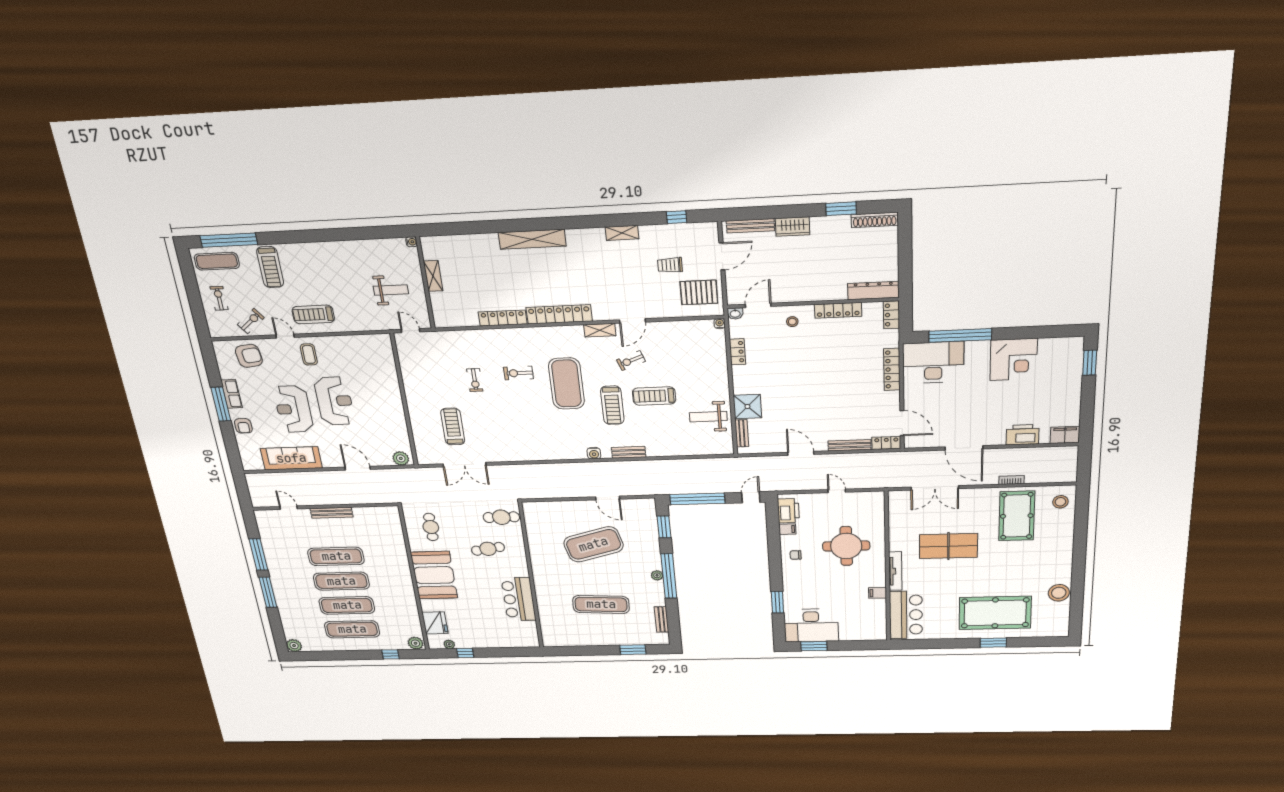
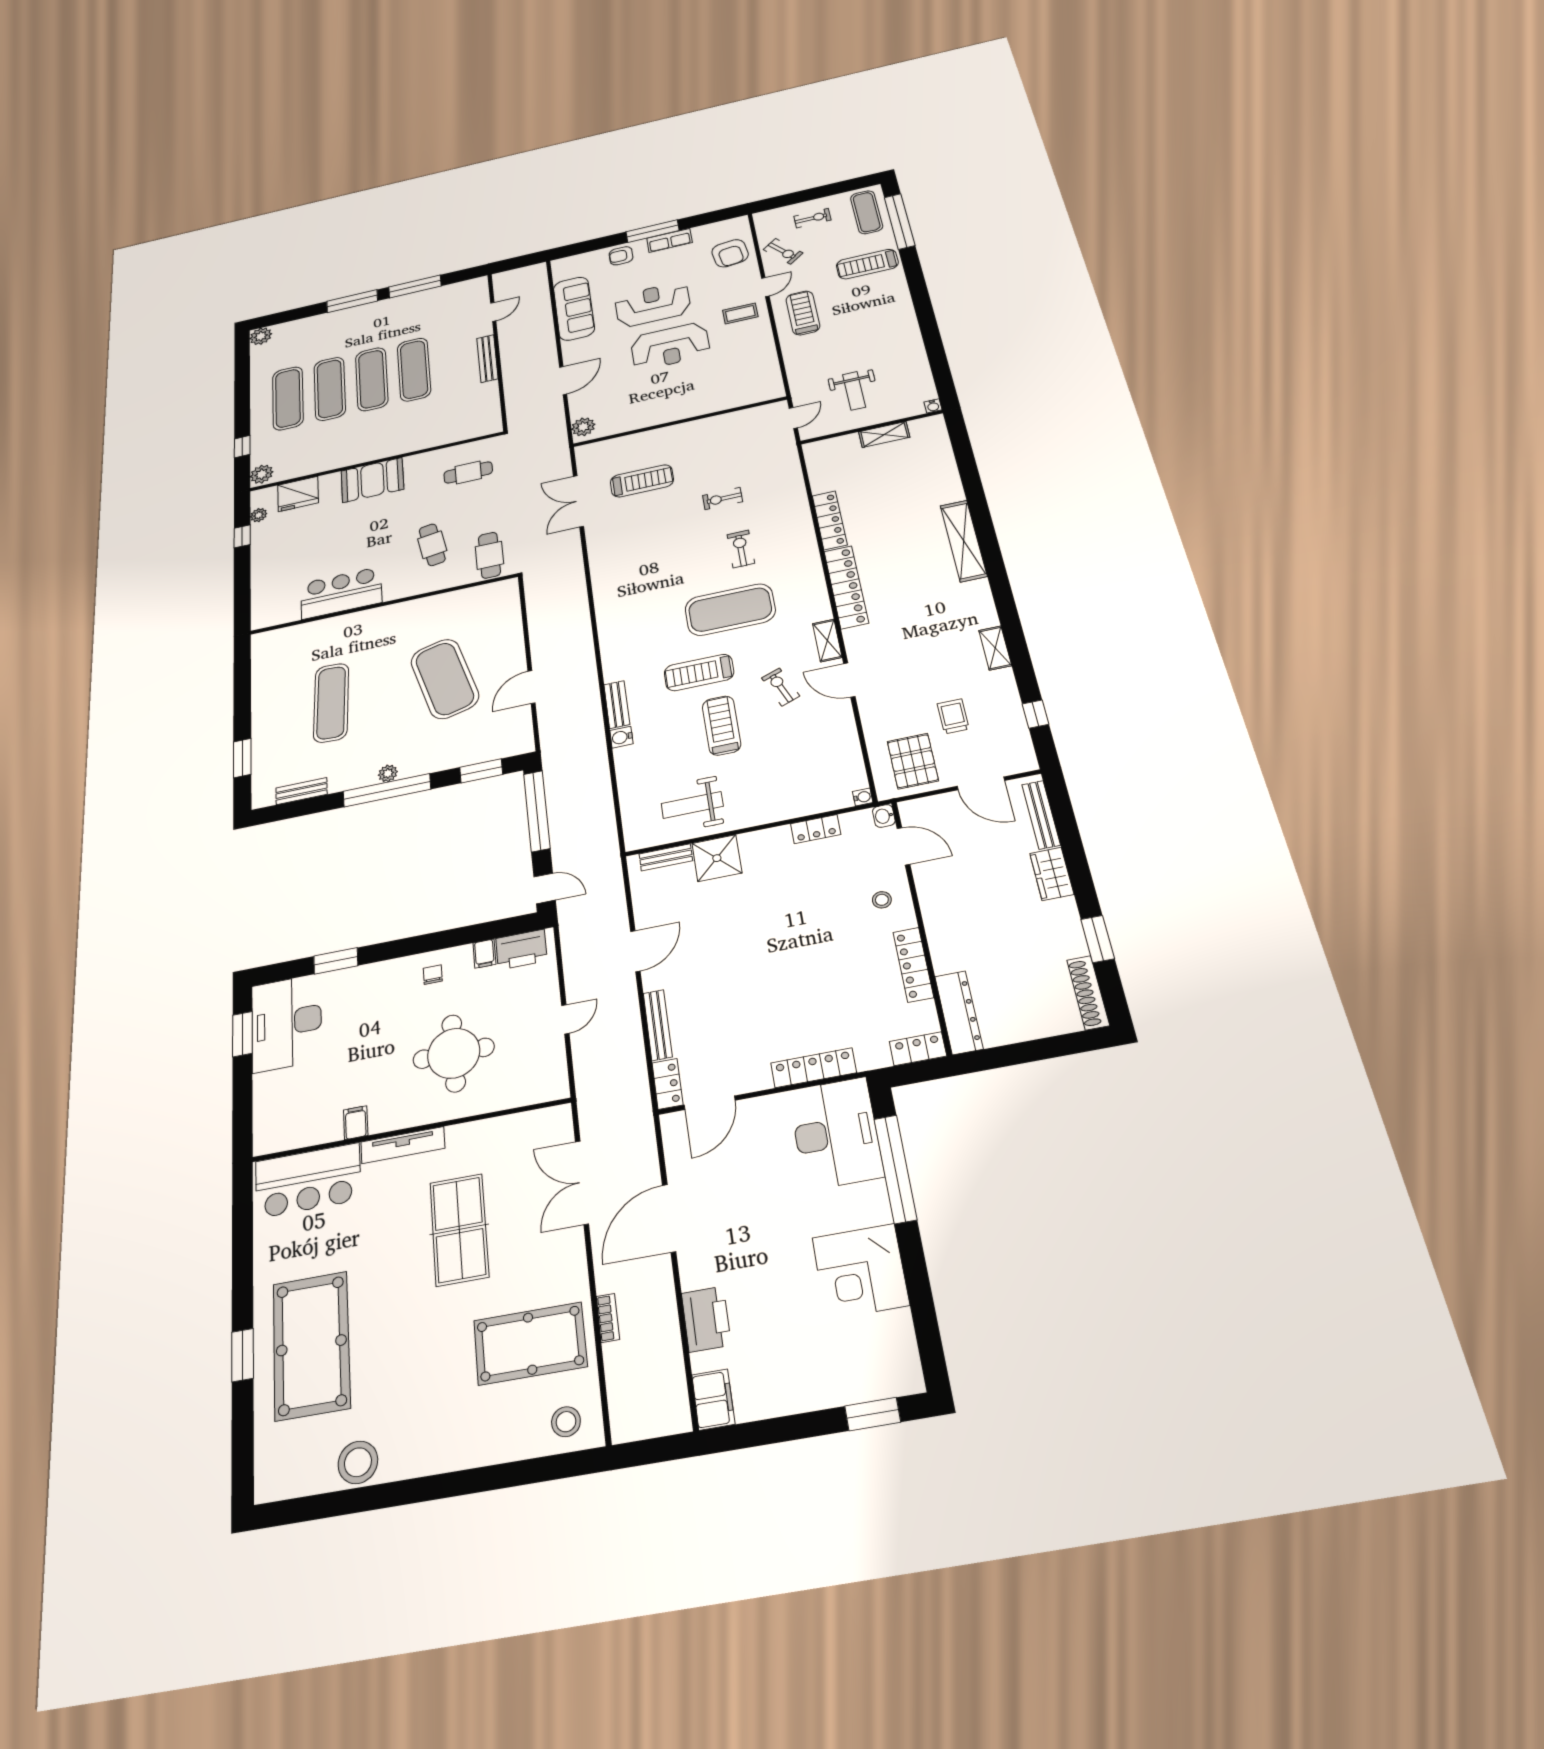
weight bench: (708, 417) -> (692, 805), turned -90
water cooler: (594, 453) -> (621, 737), moved
booth: (434, 575) -> (372, 480), width x0.73, depth x0.70

